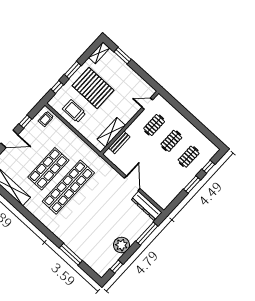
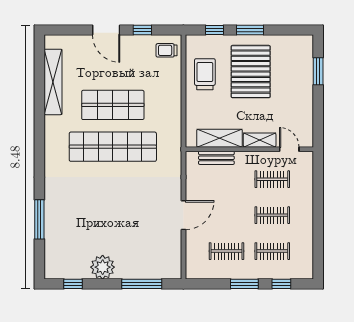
shelving: (99, 53) -> (260, 140), moved
clothes rail: (168, 179) -> (226, 251), added
dresser: (146, 206) -> (173, 255), removed

